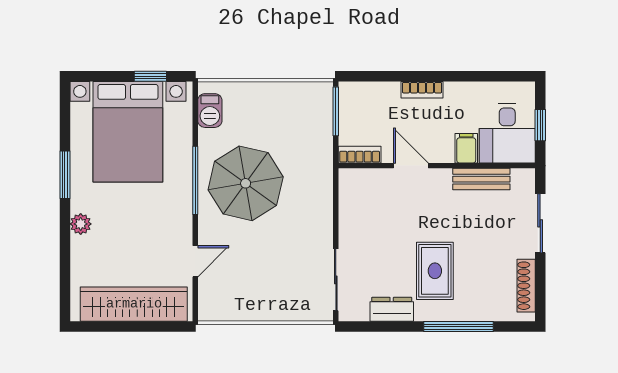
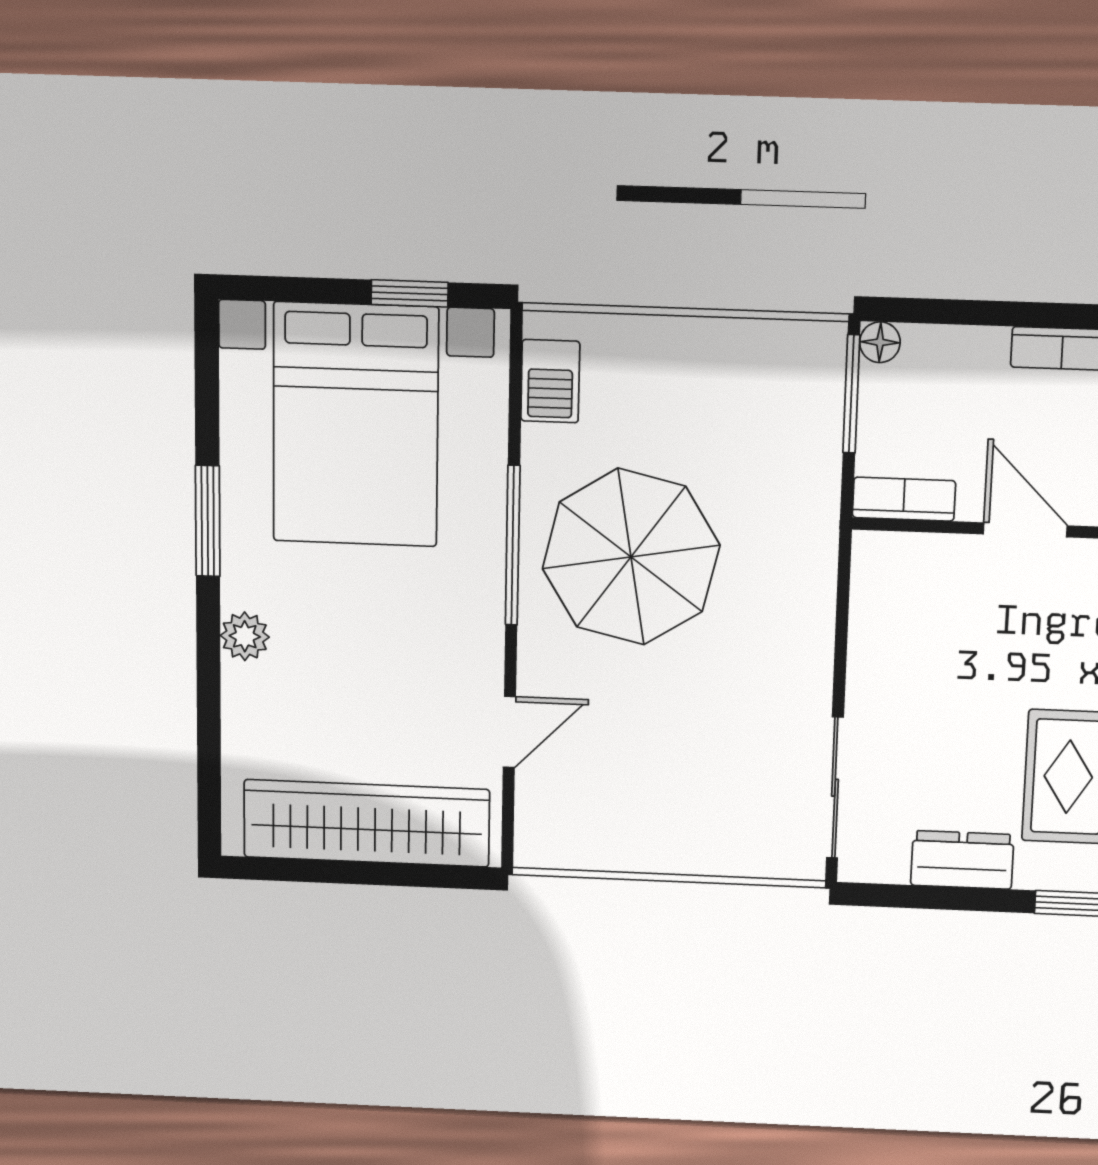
floor lamp: (347, 90) -> (880, 342), added

